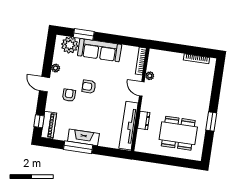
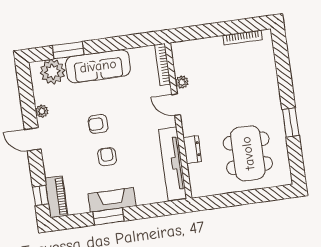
armchair: (69, 95) -> (107, 157), moved
dining table: (178, 133) -> (248, 153), turned 90
window: (78, 147) -> (108, 216), width x0.69

